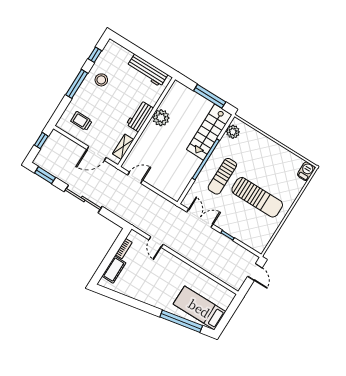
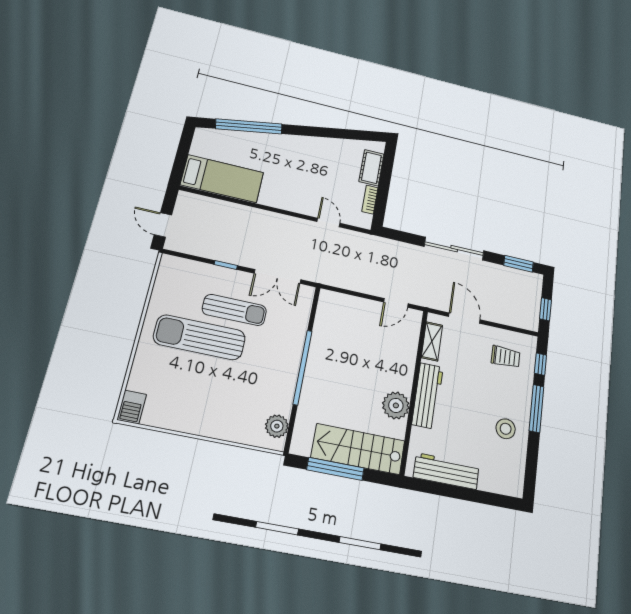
window: (95, 55) -> (540, 364), moved
workbench: (140, 116) -> (428, 396), width x1.38
stairs: (209, 132) -> (358, 449), moved, turned -90
door: (96, 153) -> (465, 318), hinge flipped
sun lounger: (222, 176) -> (234, 310), moved, turned 90
bed: (199, 308) -> (222, 179), moved

